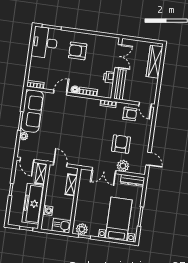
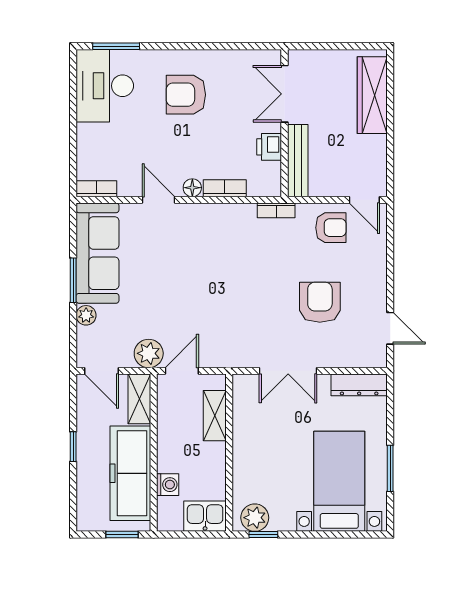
double door: (118, 56) -> (284, 94), swing flipped
door: (60, 93) -> (158, 200), hinge flipped
door: (60, 165) -> (182, 371), hinge flipped
plant: (123, 166) -> (149, 353), moved

